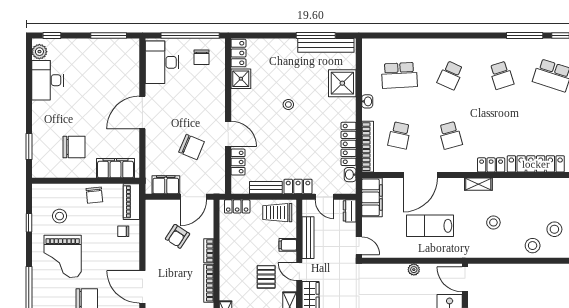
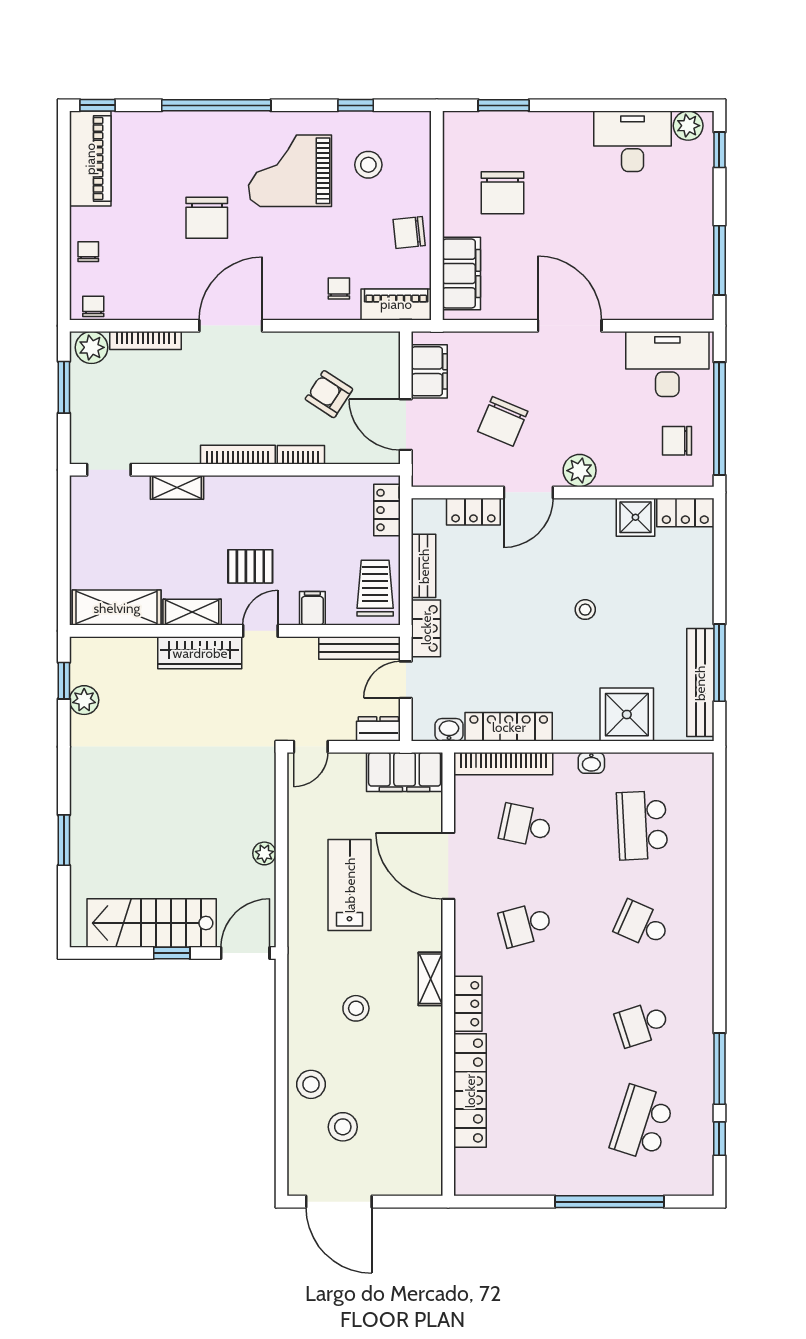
plant: (217, 107) -> (580, 471), added
bench: (308, 238) -> (359, 648), moved

